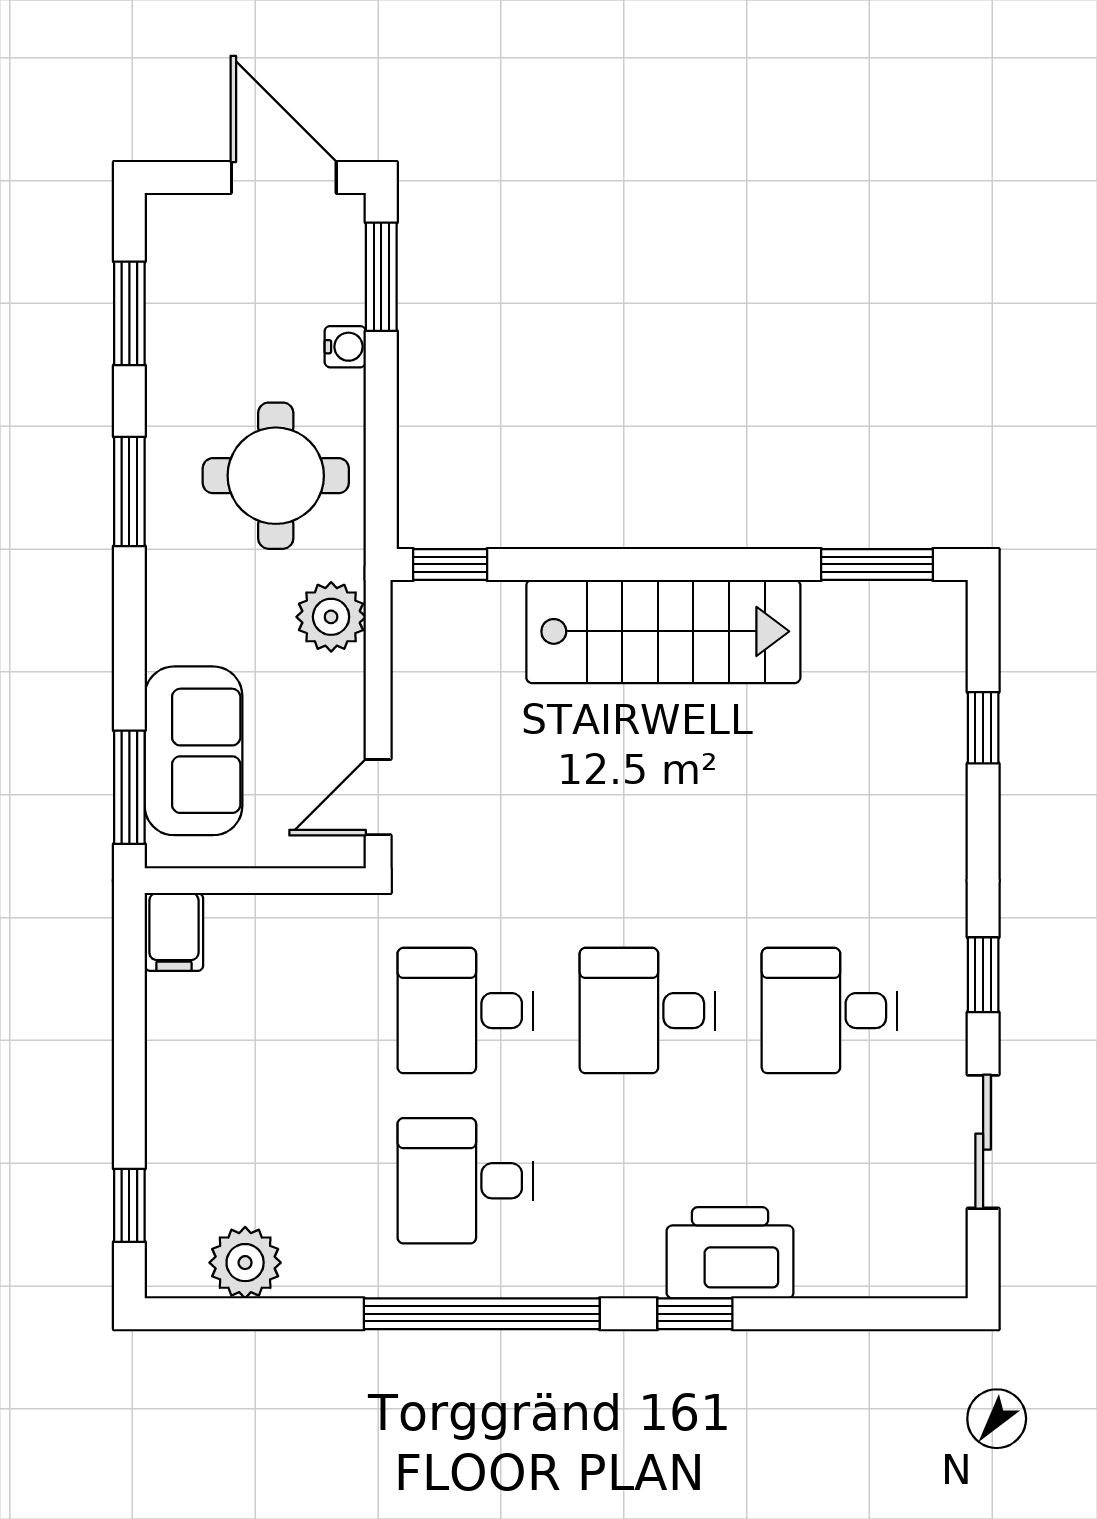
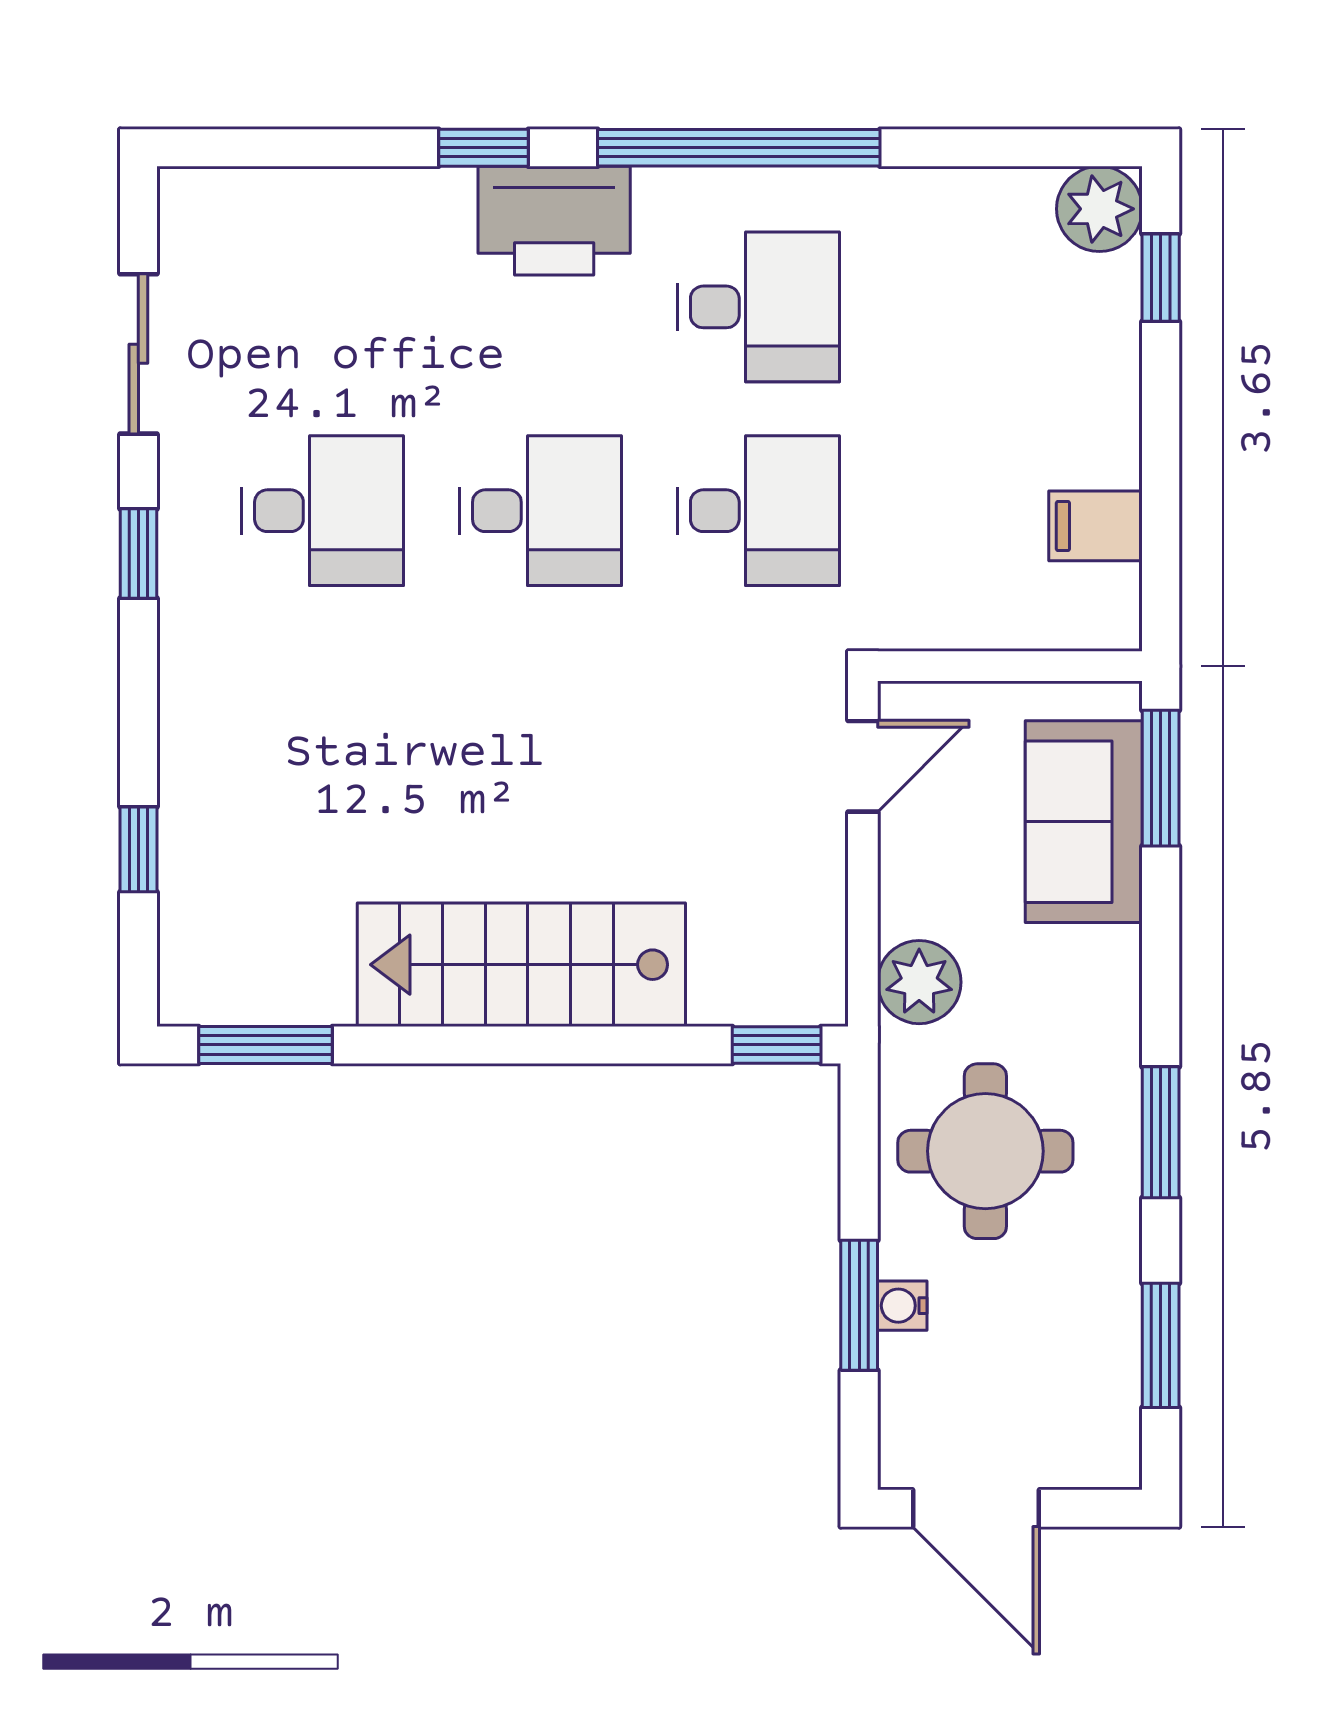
window: (381, 277) -> (859, 1305), moved
filing cabinet: (174, 932) -> (1096, 526), moved, turned -90
printer: (730, 1253) -> (554, 221), moved
plant: (245, 1263) -> (1099, 209), moved

